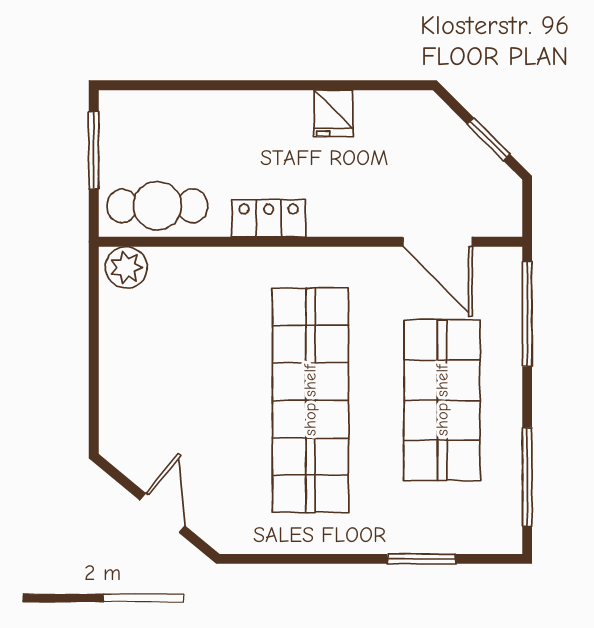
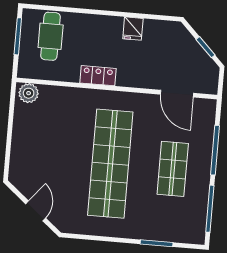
cafe table: (157, 206) -> (51, 36), moved, turned 90
window: (527, 314) -> (215, 150), moved
shop shelf: (442, 400) -> (173, 169), width x0.70, depth x0.74

